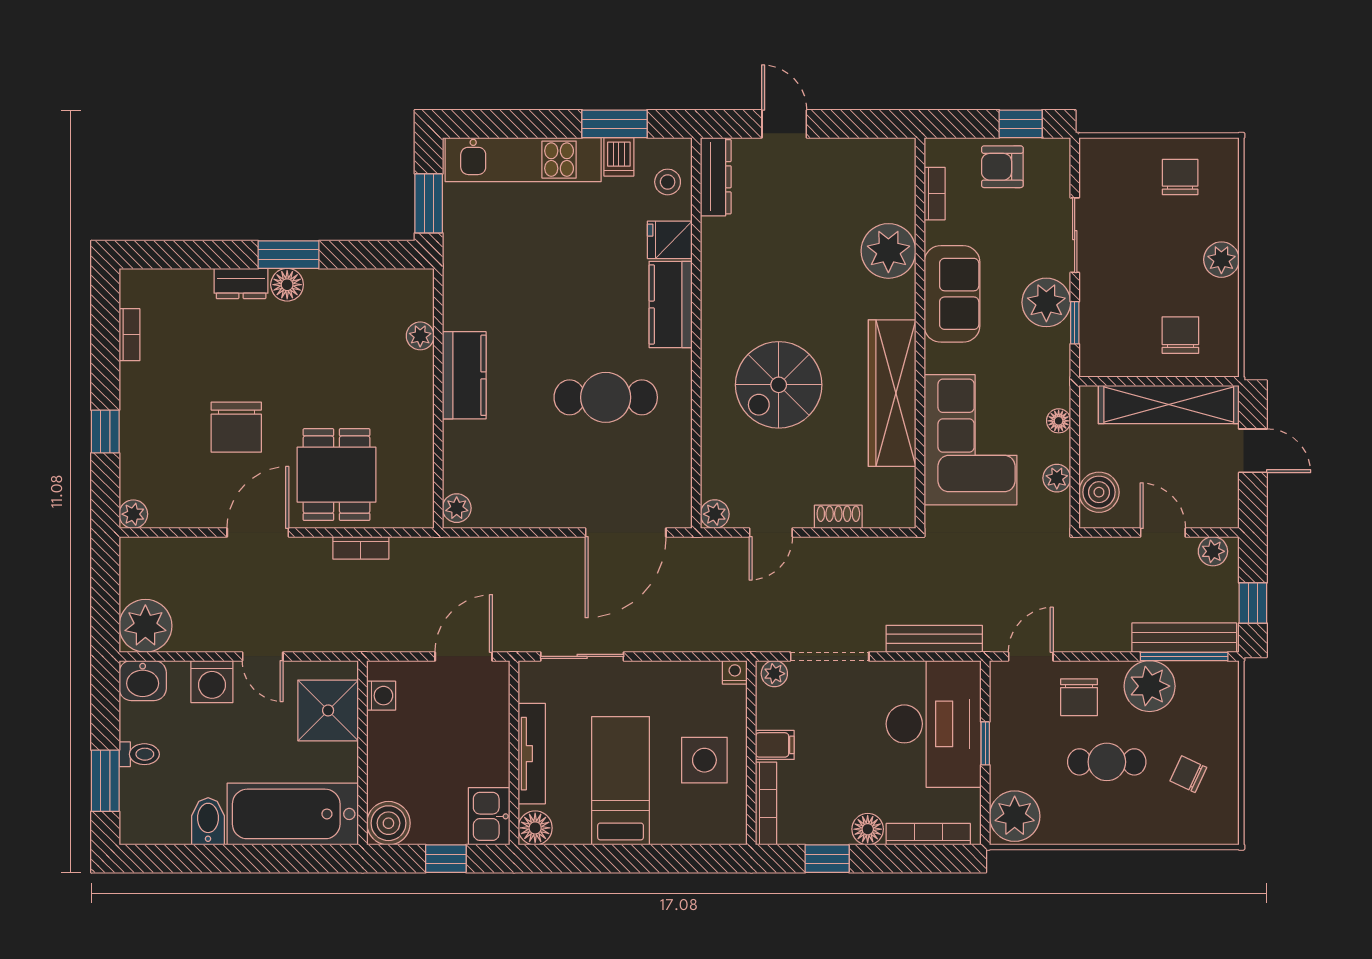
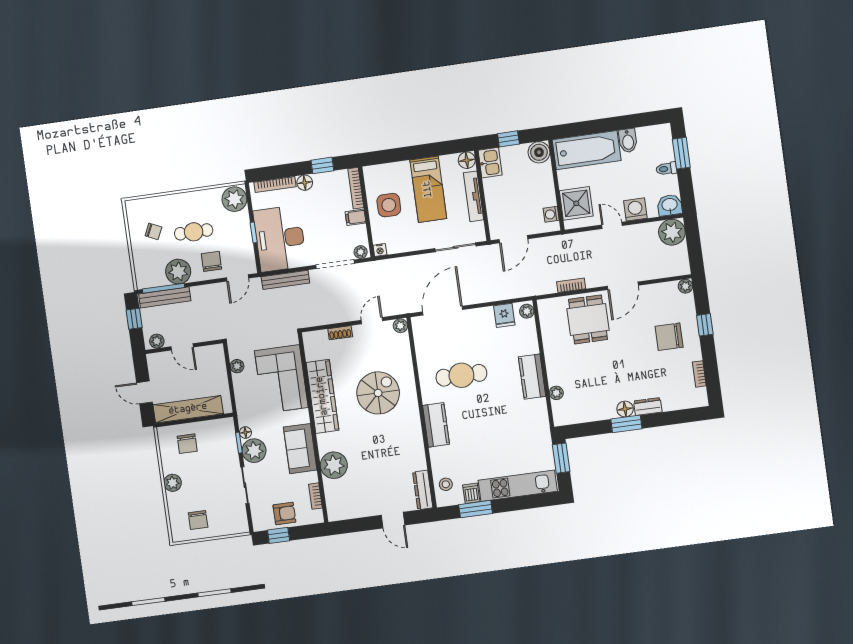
fridge: (670, 240) -> (504, 315), moved, turned 90
floor lamp: (1059, 421) -> (245, 432), moved
chair: (236, 427) -> (669, 337), moved, turned -90
boiler: (1099, 492) -> (216, 362), removed

